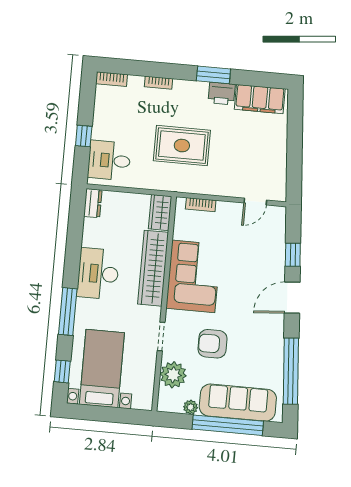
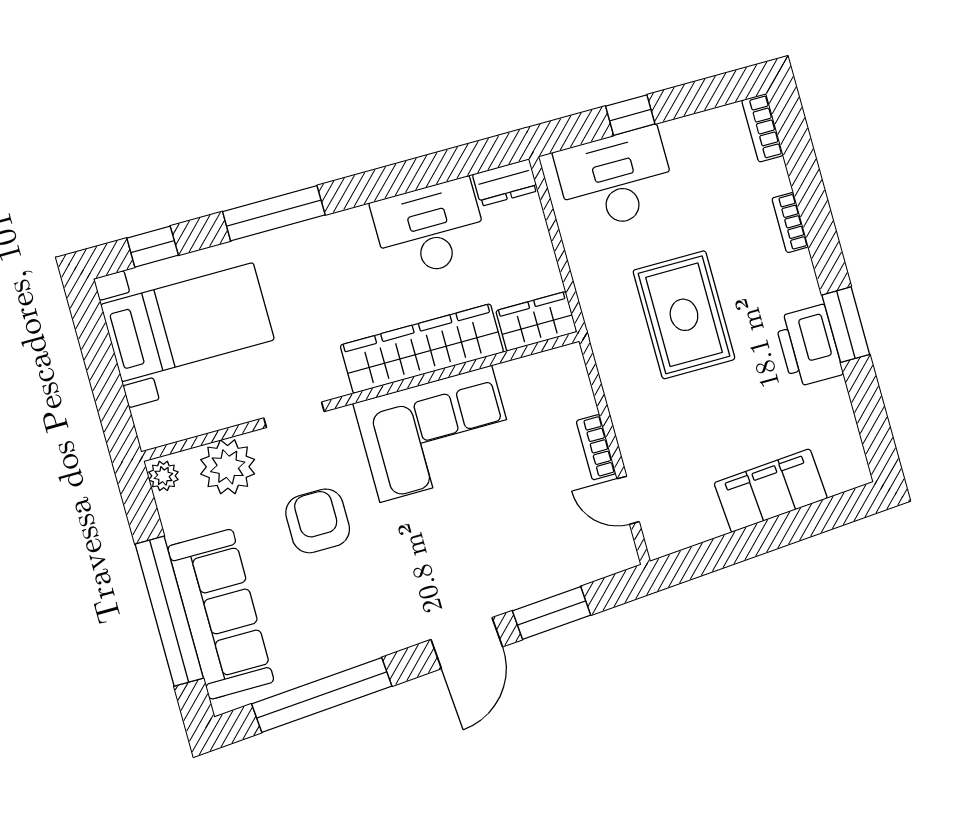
printer: (222, 93) -> (809, 346), width x1.37, depth x1.19
filing cabinet: (260, 99) -> (771, 491), moved, turned 86
desk: (109, 160) -> (615, 179), width x1.37
bookcase: (201, 205) -> (596, 447), moved
window: (293, 255) -> (552, 613), width x1.50
desk: (98, 274) -> (430, 229), moved
door: (292, 298) -> (467, 643), swing flipped
plant: (191, 407) -> (163, 476), moved

